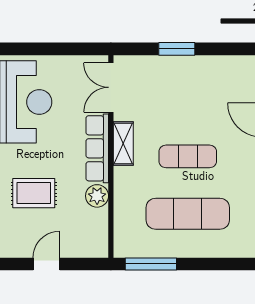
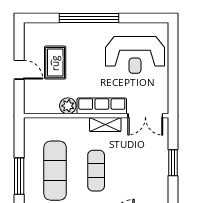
double door: (111, 87) -> (145, 116), swing flipped
rug: (34, 193) -> (55, 63), moved
window: (151, 264) -> (19, 176), moved

